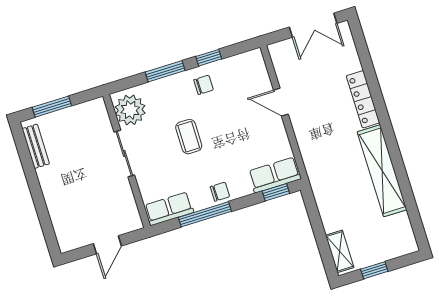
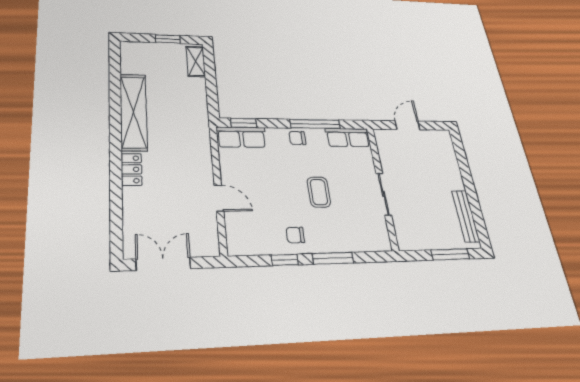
locker: (363, 99) -> (131, 169), width x0.66
plant: (130, 110) -> (373, 231), removed
bench: (36, 146) -> (466, 216), width x1.36

